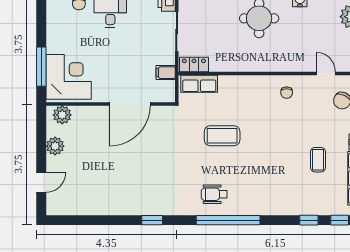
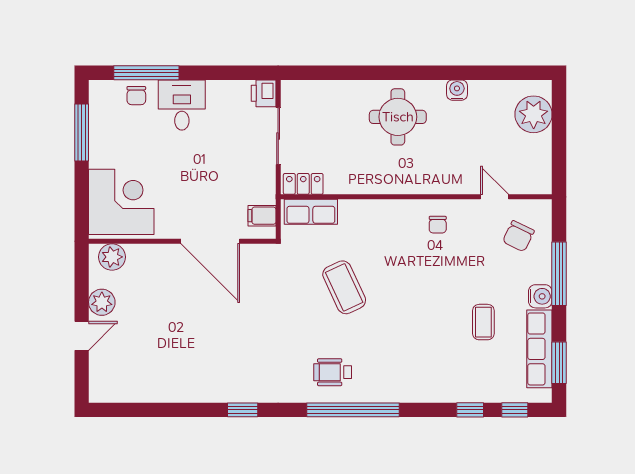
window: (41, 67) -> (82, 132), moved
filing cabinet: (166, 73) -> (262, 216), moved
door: (130, 104) -> (210, 241), hinge flipped
coffee table: (222, 136) -> (344, 287), turned 65
door: (41, 182) -> (82, 336), moved

